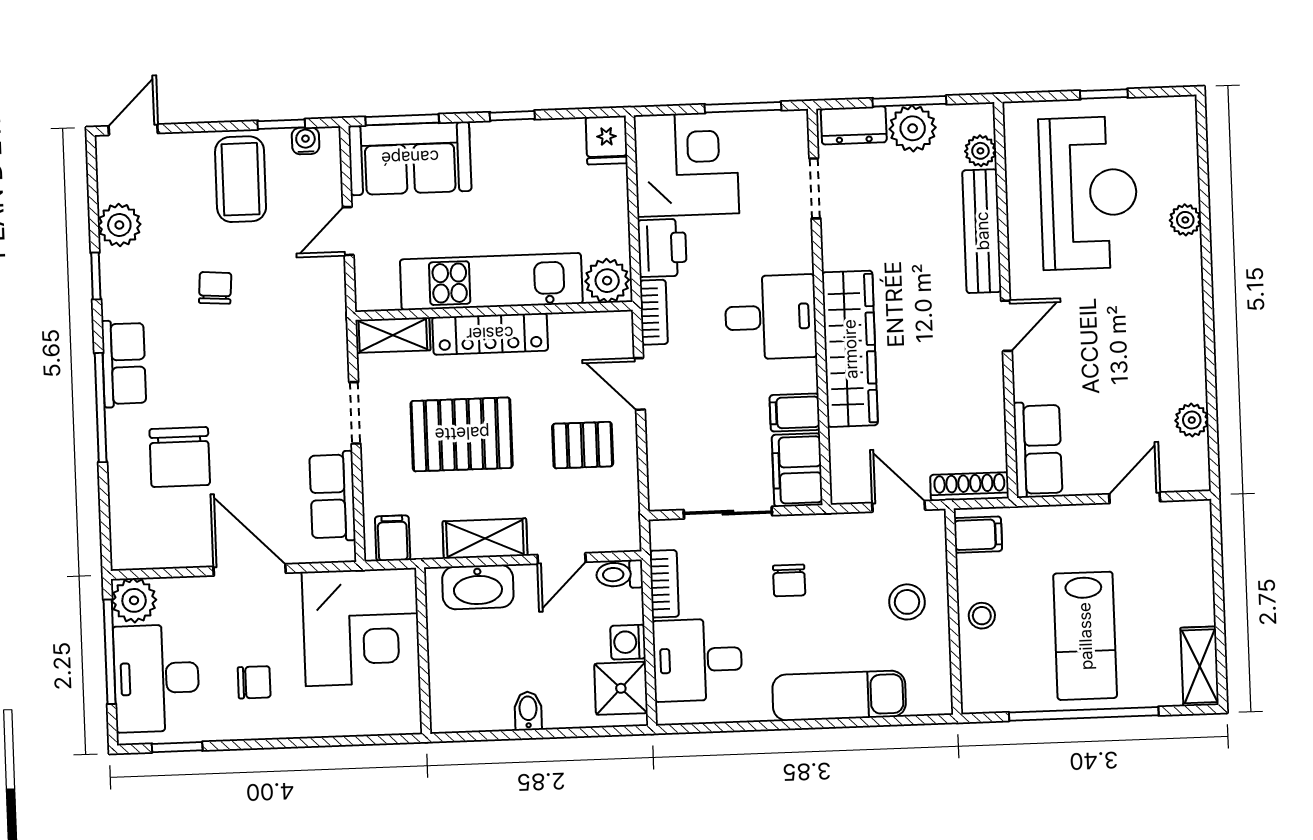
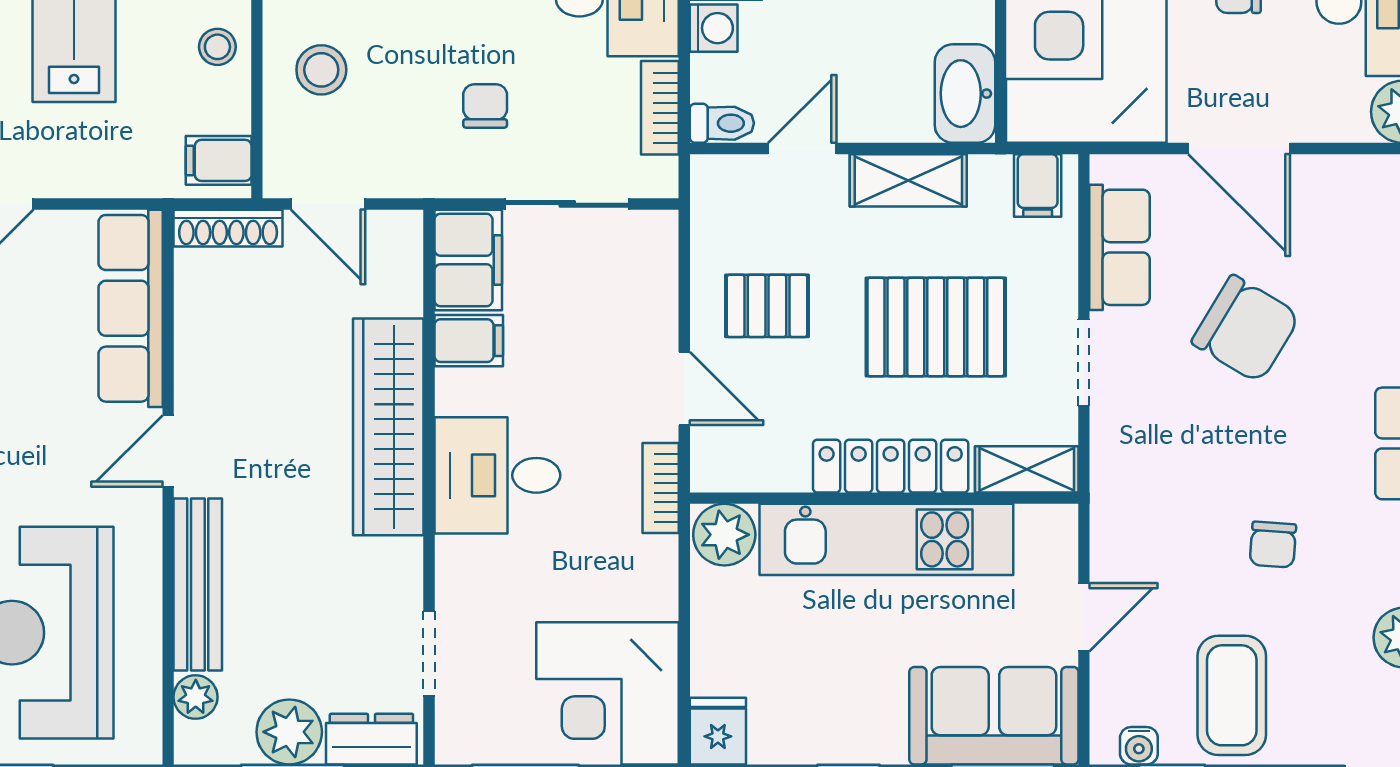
printer: (662, 248) -> (646, 578), removed
row of seats: (1038, 450) -> (131, 308), width x1.48
chair: (180, 457) -> (1246, 329), moved, turned 121
washbasin: (478, 587) -> (965, 94), moved, turned -90

